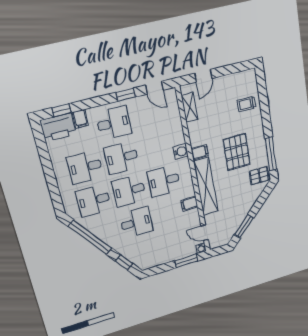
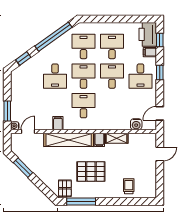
door: (203, 76) -> (160, 154), swing flipped
window: (126, 95) -> (160, 72), moved
shelving: (190, 107) -> (117, 138), moved
water cooler: (181, 152) -> (136, 124), moved

